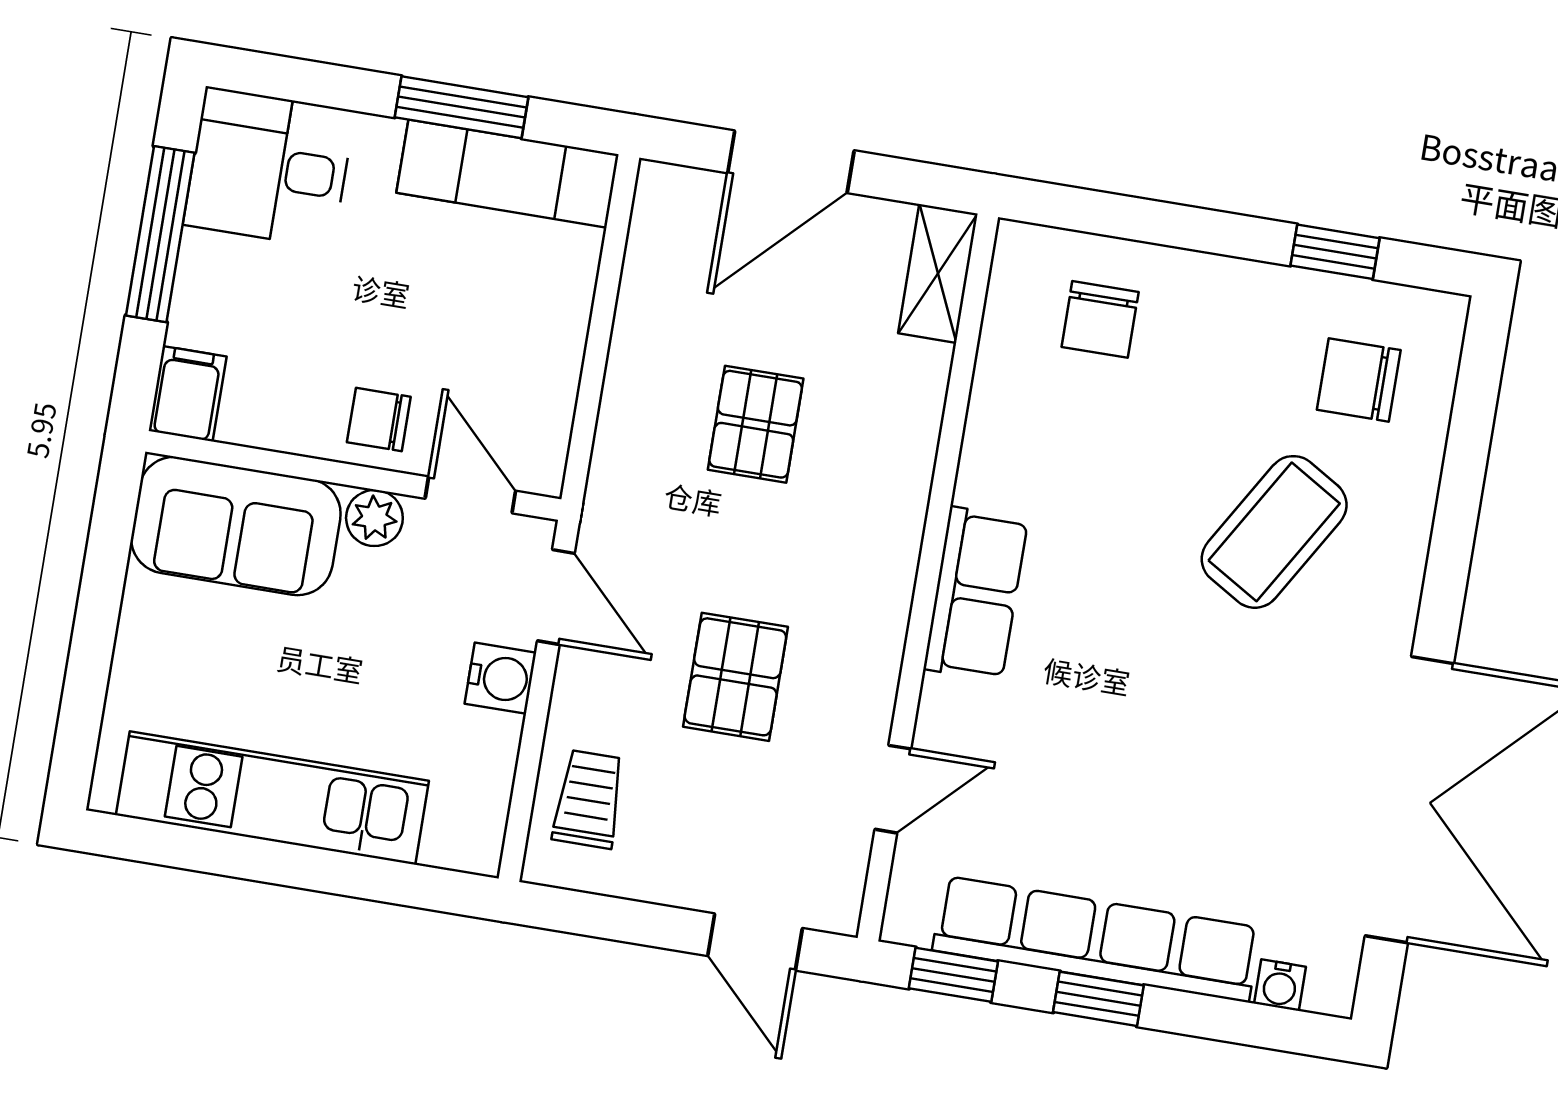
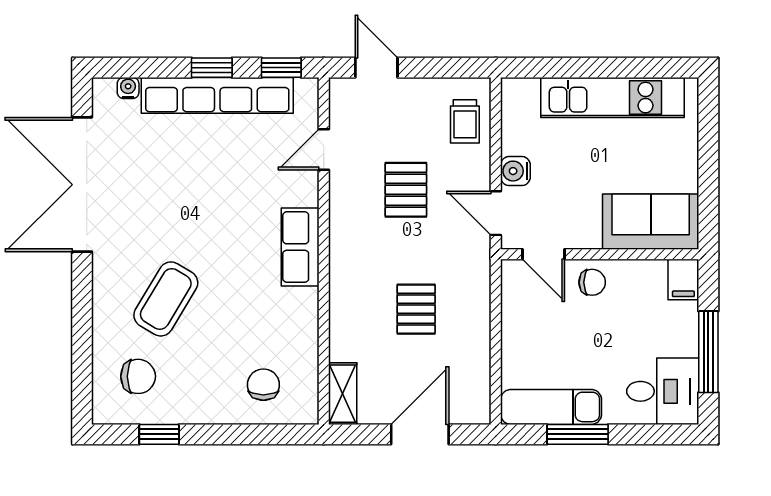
plant: (374, 518) -> (587, 236), removed

